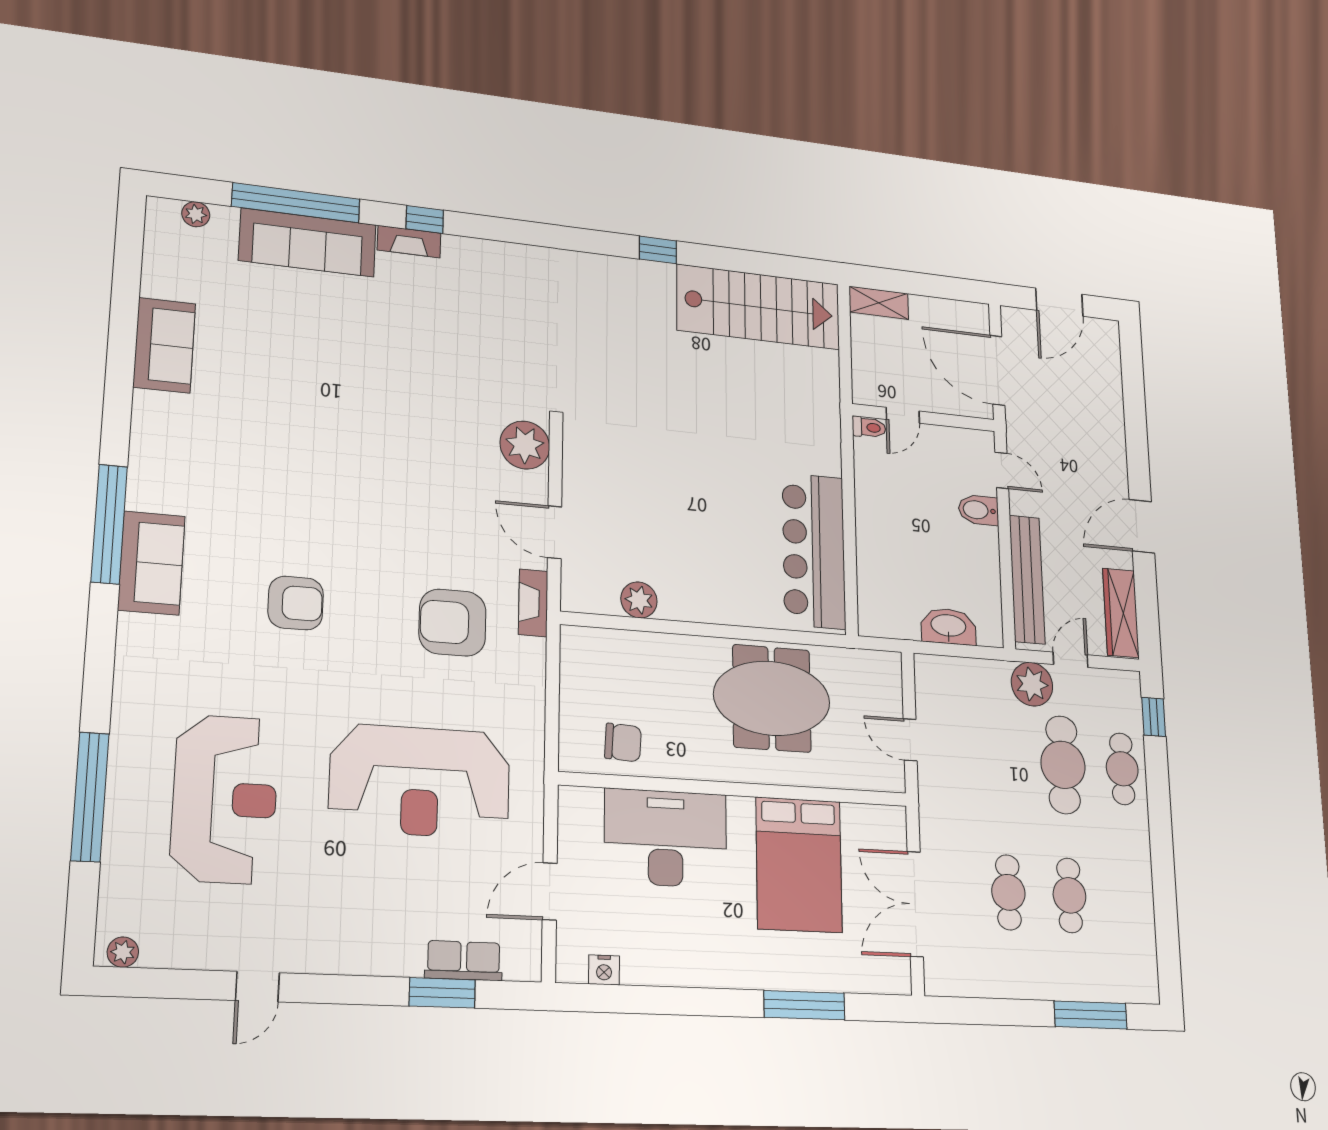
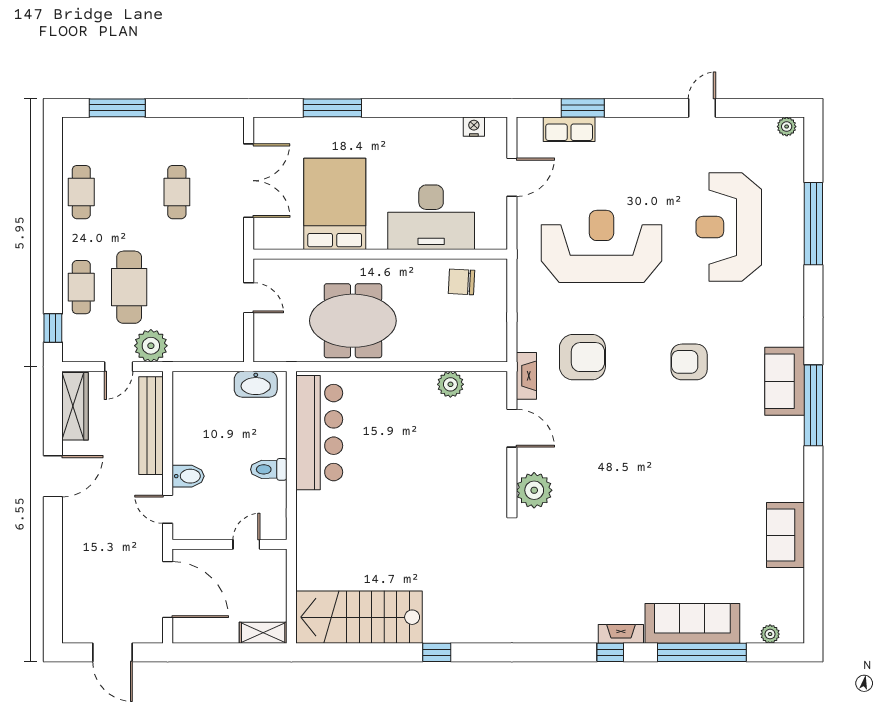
door: (1059, 302) -> (112, 652), swing flipped
toilet: (869, 427) -> (269, 469), moved, width x1.37, depth x1.39
washbasin: (948, 626) -> (256, 384), moved
cafe table: (1070, 895) -> (81, 192), moved

